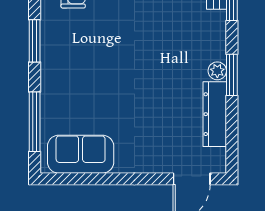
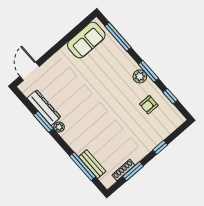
plant: (52, 44) -> (140, 76), added
window: (232, 75) -> (43, 122), moved

